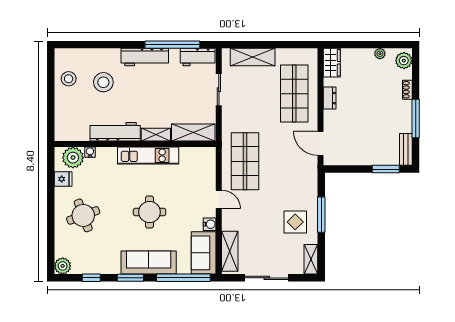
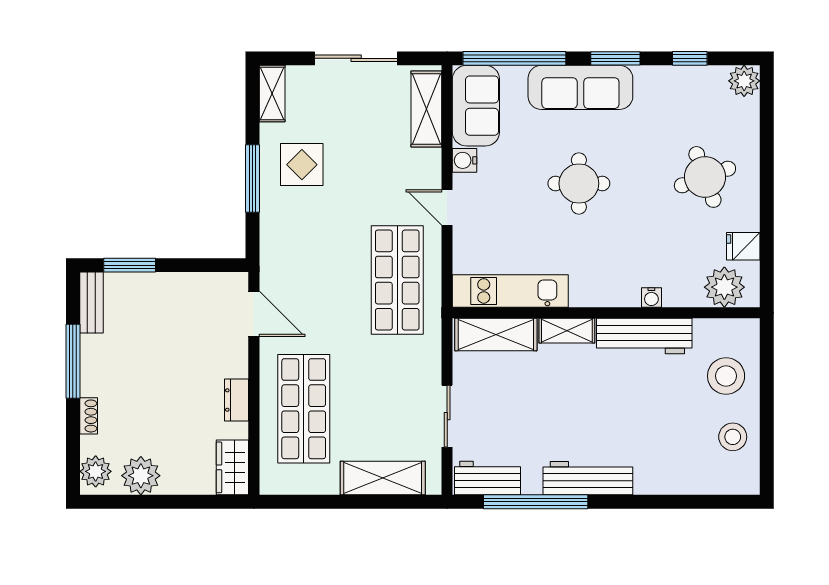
plant: (380, 54) -> (141, 476), width x1.88, depth x1.88
stool: (103, 82) -> (726, 376), moved
water cooler: (90, 152) -> (651, 297), moved
kitchen unit: (148, 155) -> (510, 291), moved

